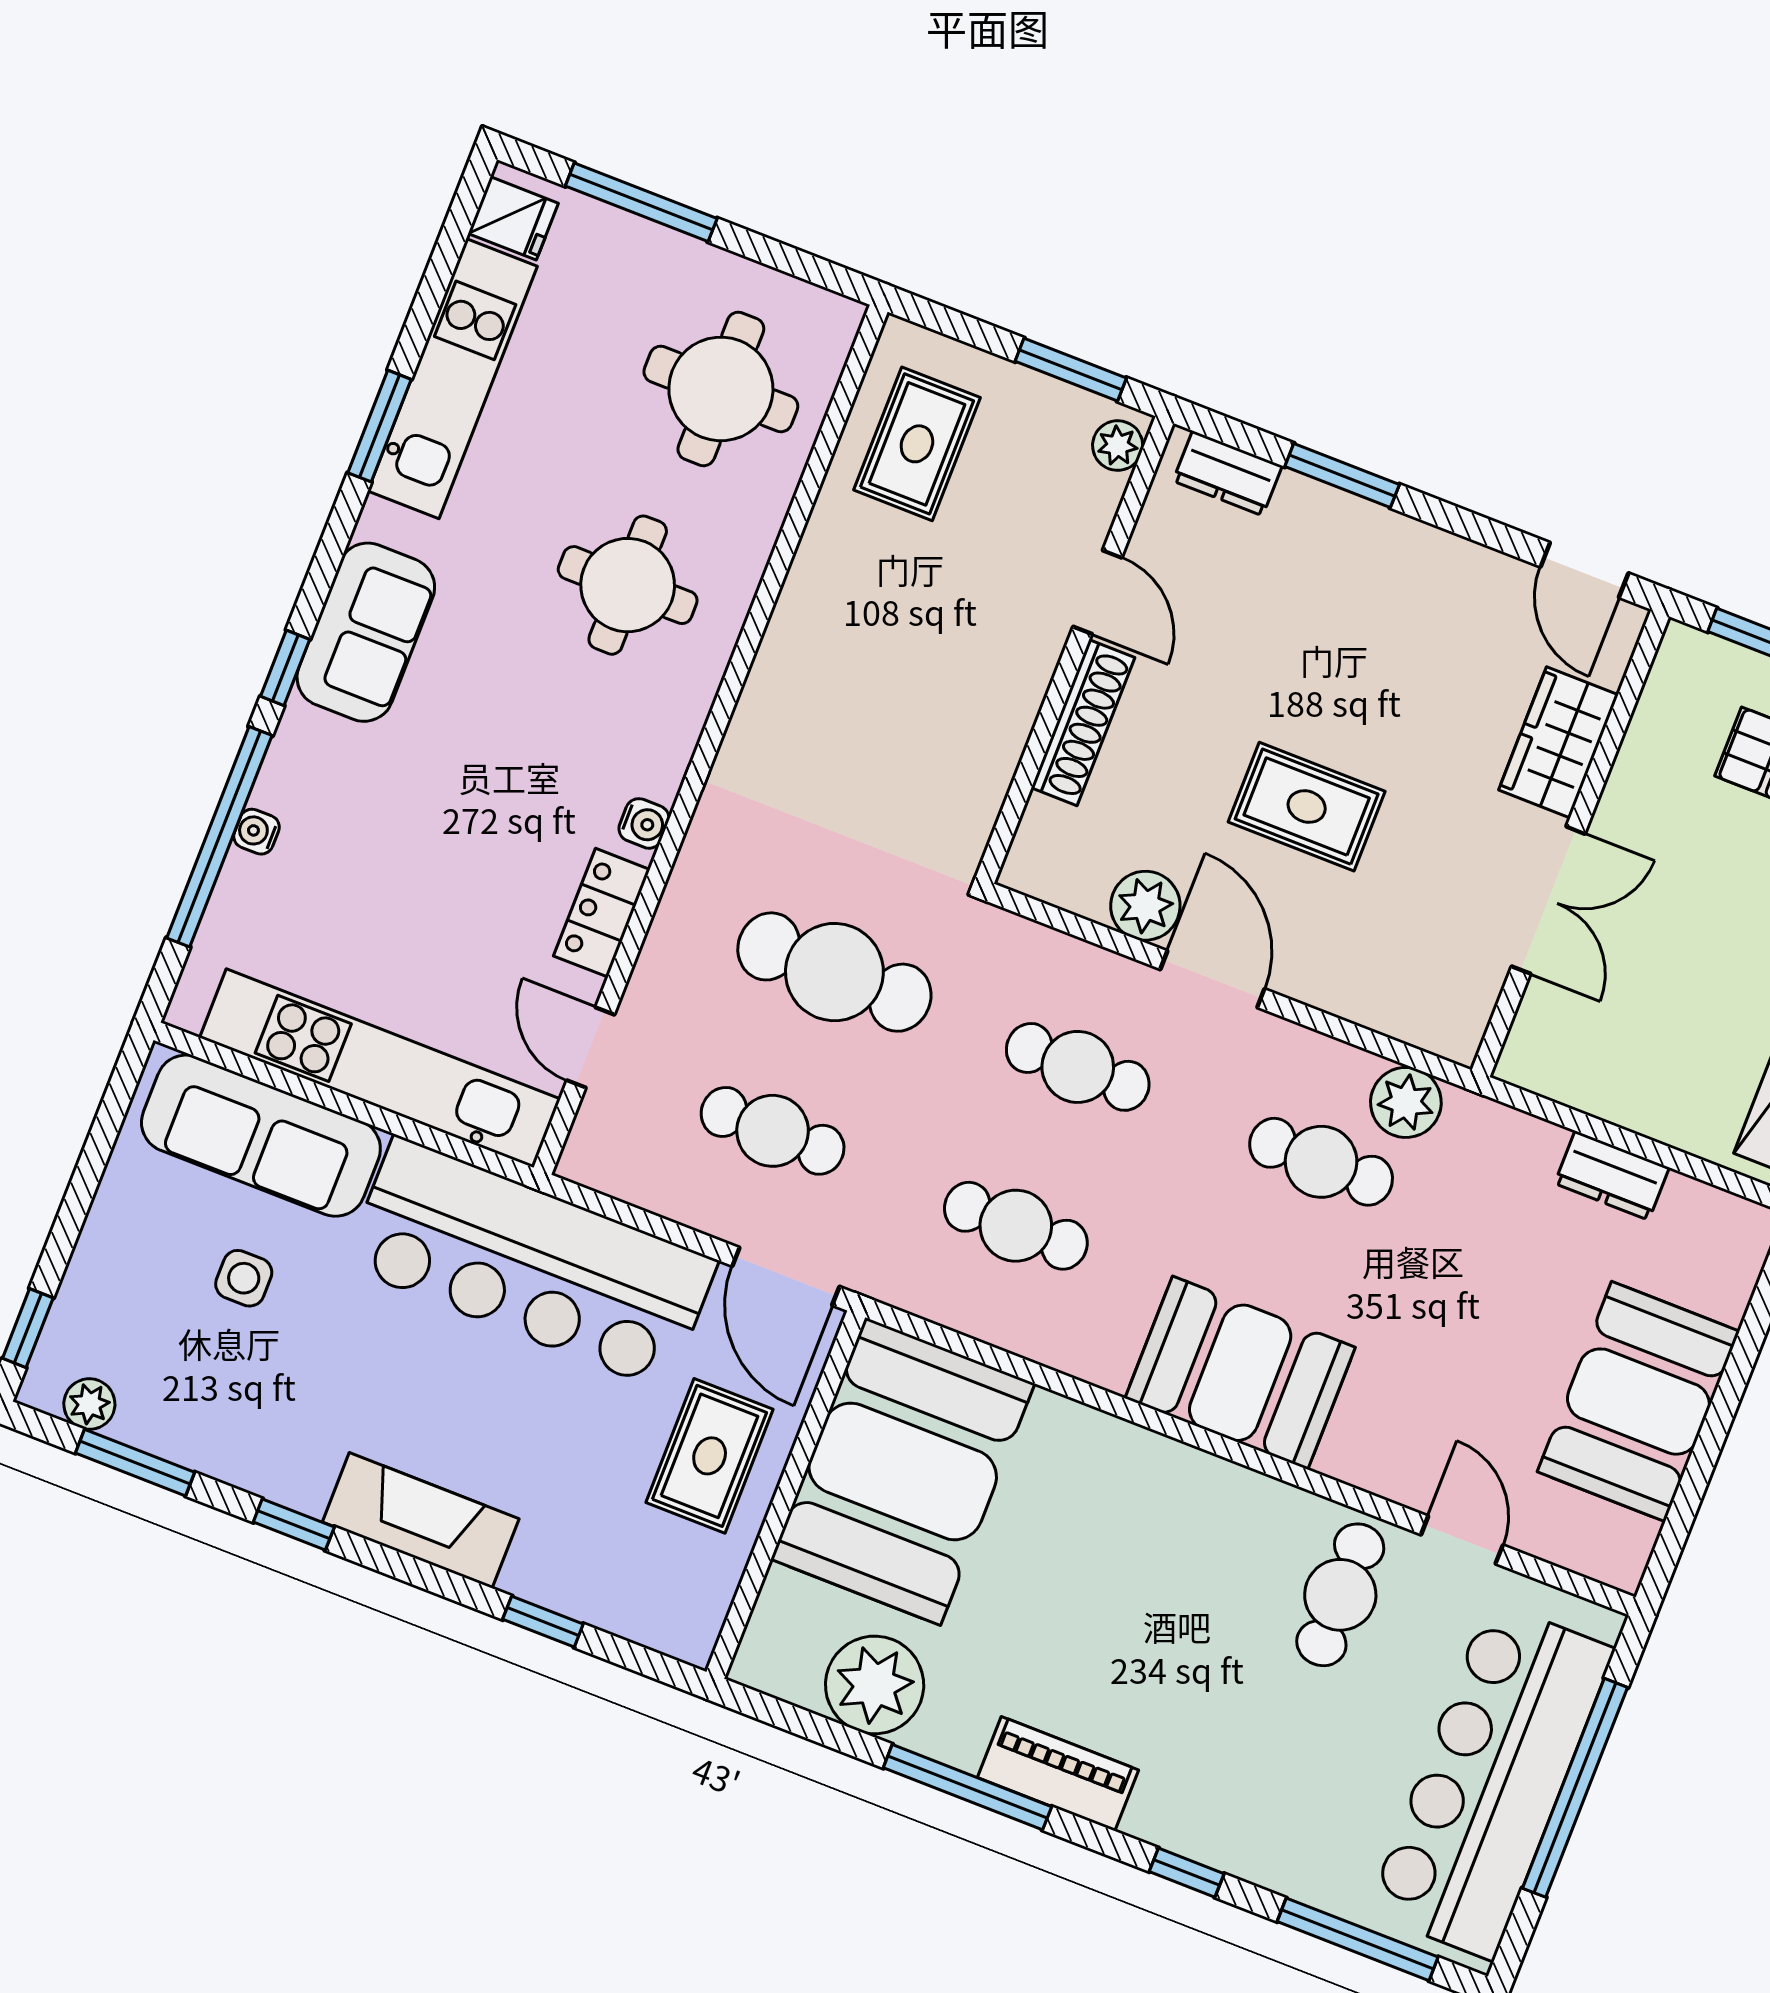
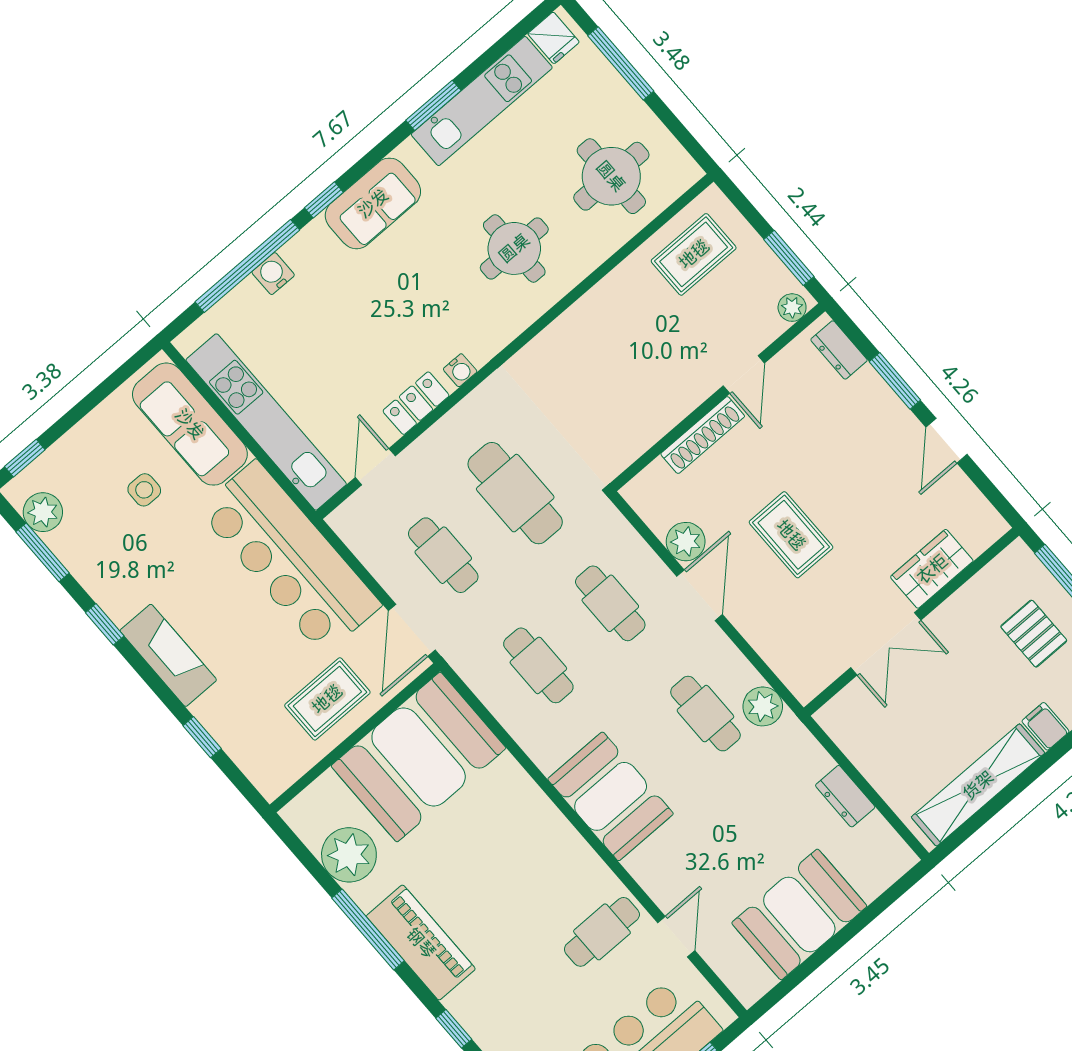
door: (1584, 570) -> (947, 441), moved
water cooler: (256, 832) -> (273, 274), width x1.38, depth x1.38
plant: (89, 1404) -> (43, 512), width x1.38, depth x1.38
piano: (1058, 1774) -> (421, 943), width x1.37, depth x1.33

